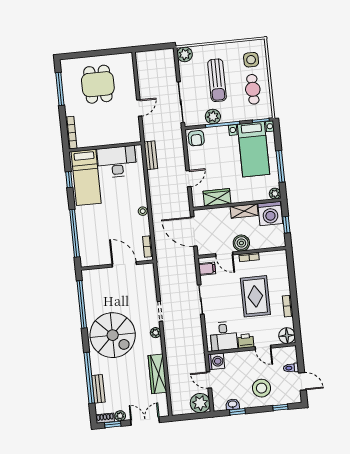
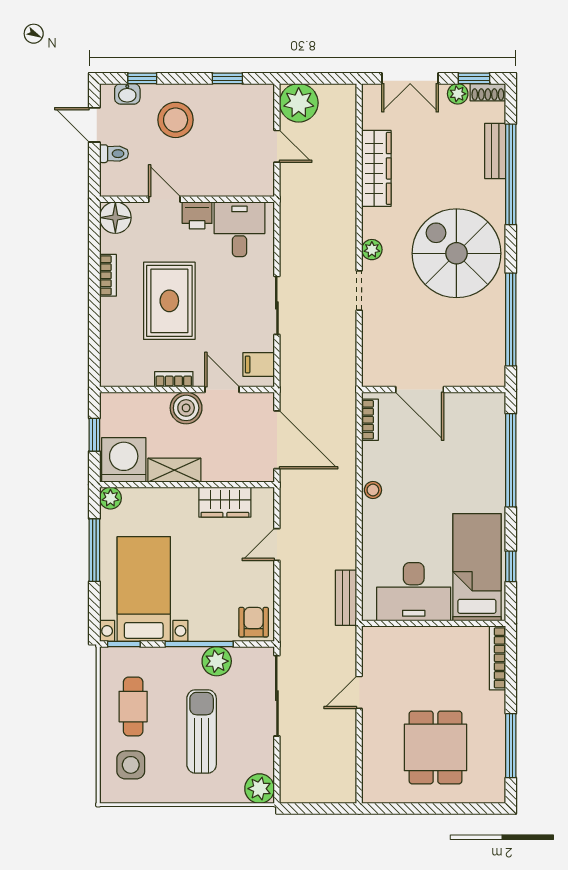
washing machine: (216, 361) -> (259, 181), removed
washbasin: (233, 404) -> (127, 94), moved

